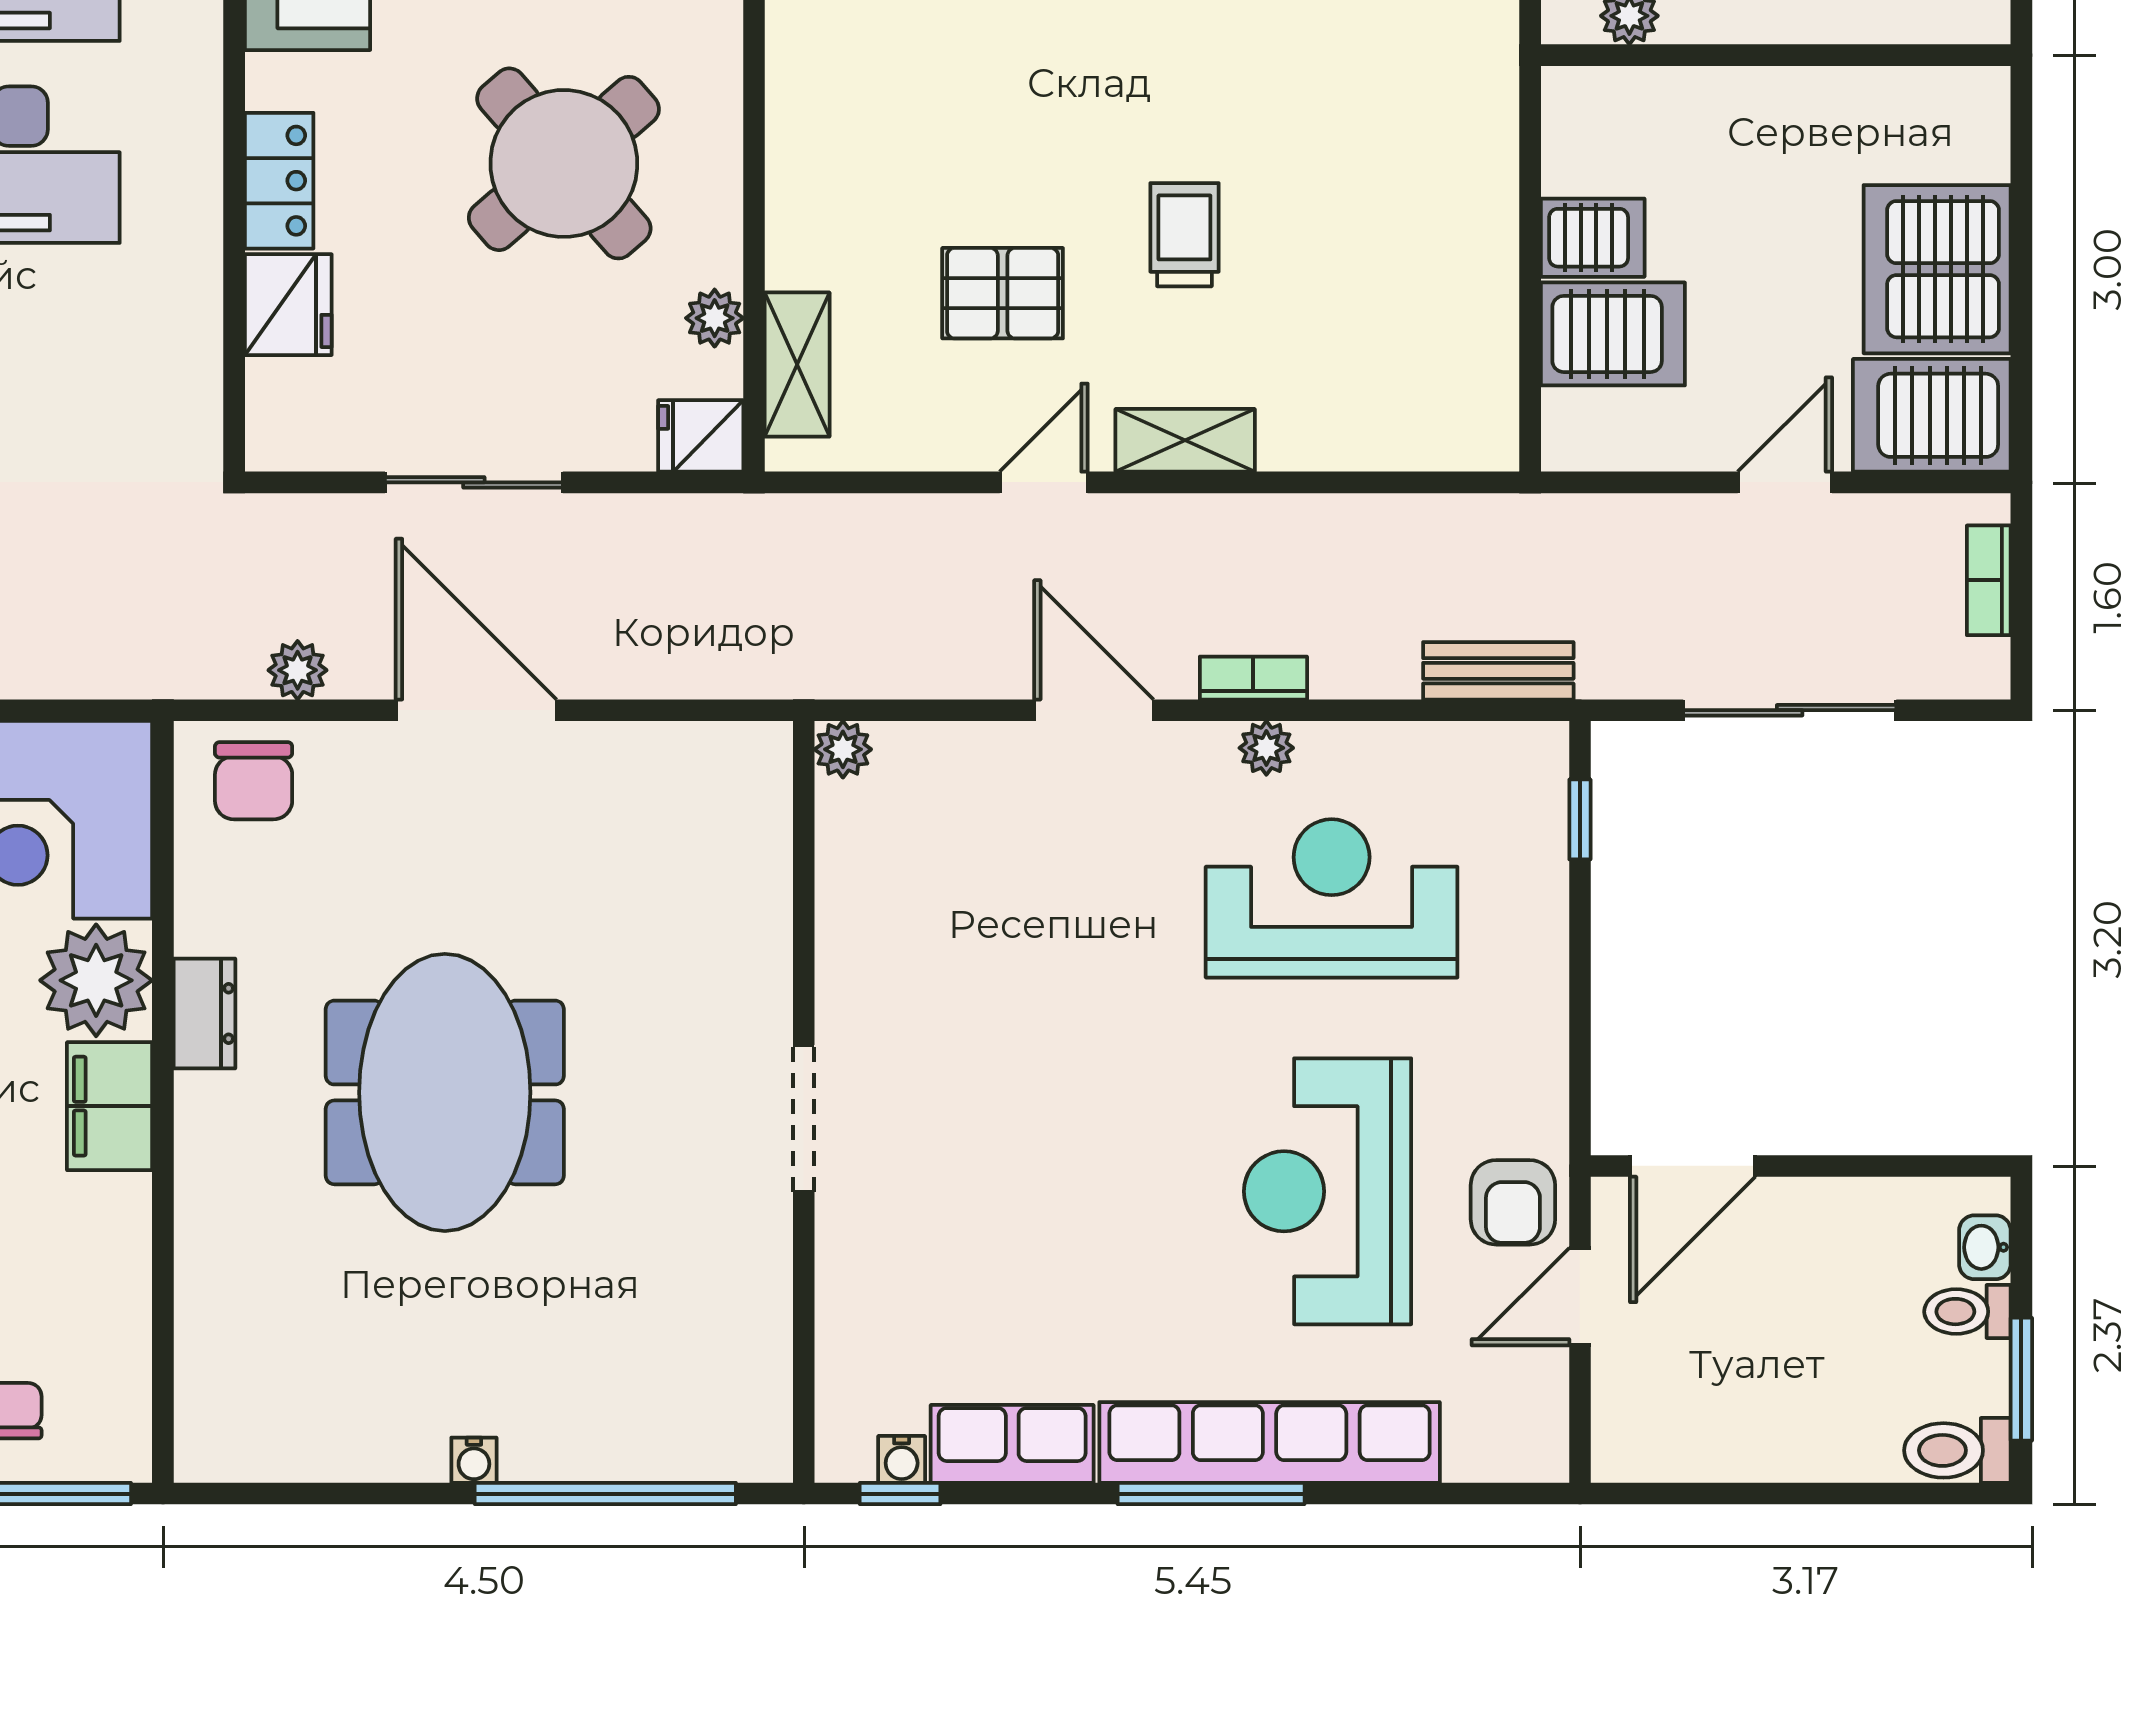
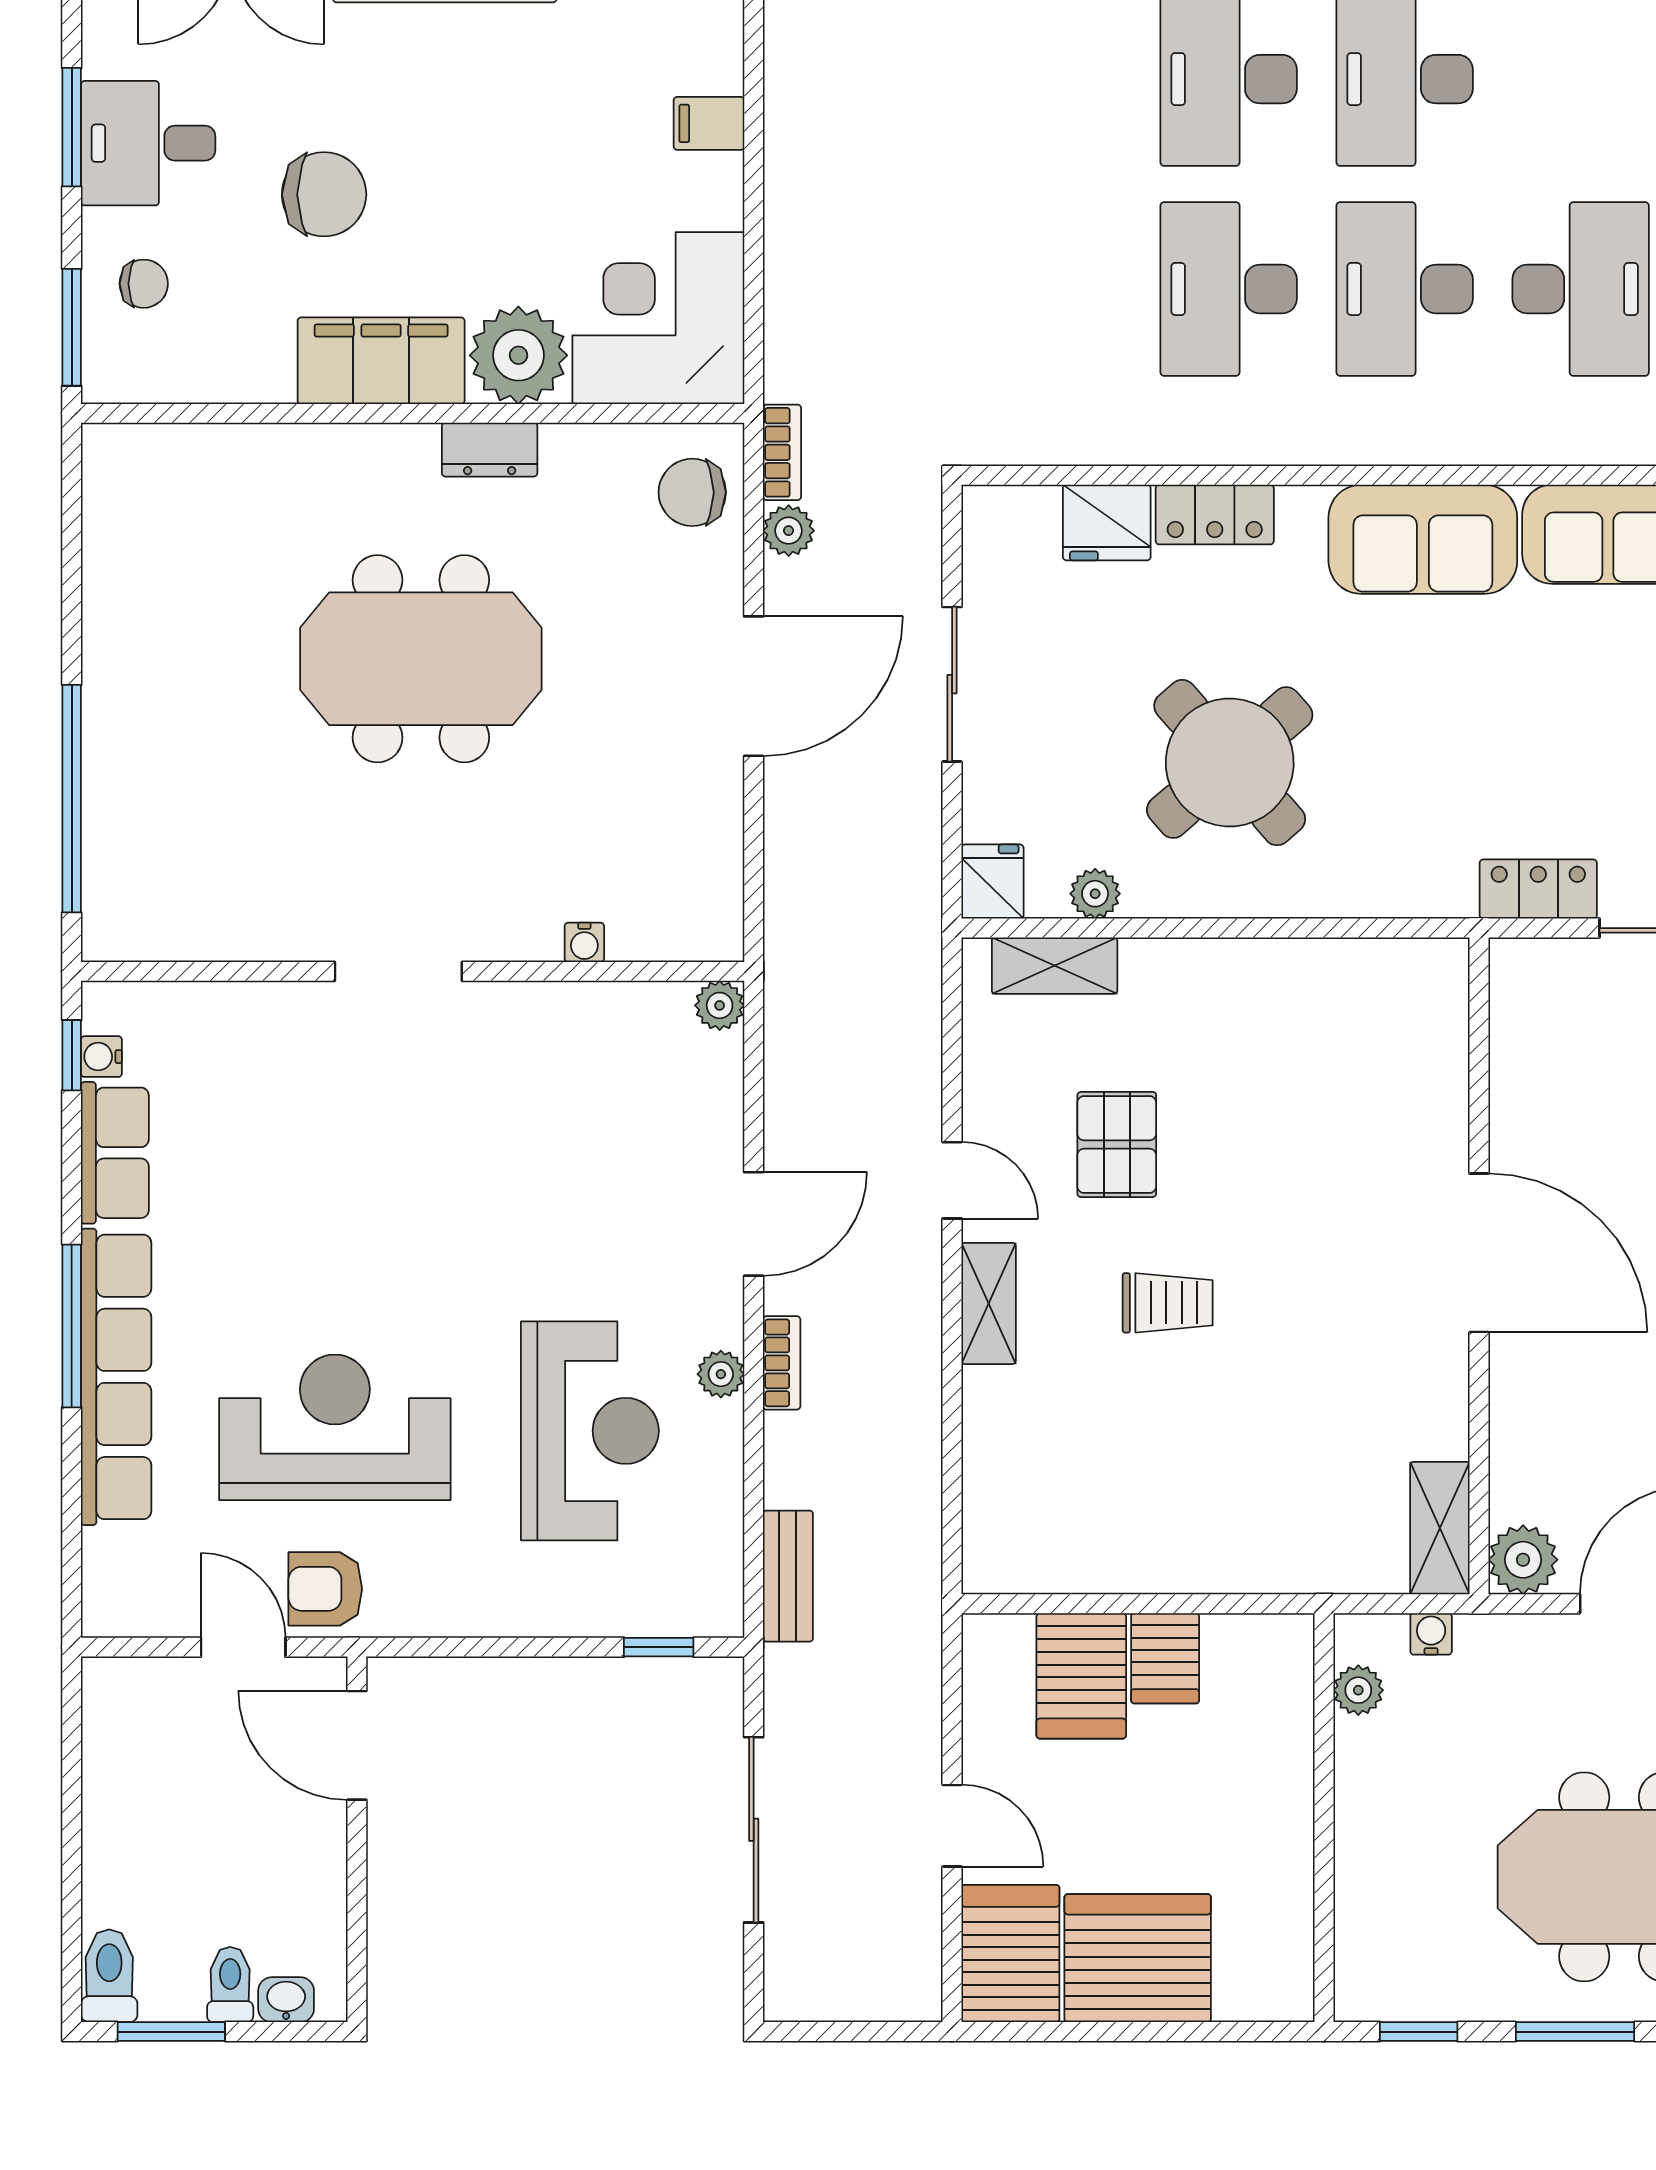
bookcase: (1989, 580) -> (782, 452), moved, turned 90
filing cabinet: (110, 1106) -> (381, 361), width x1.50, depth x1.17
water cooler: (474, 1460) -> (584, 942), moved, turned -90

